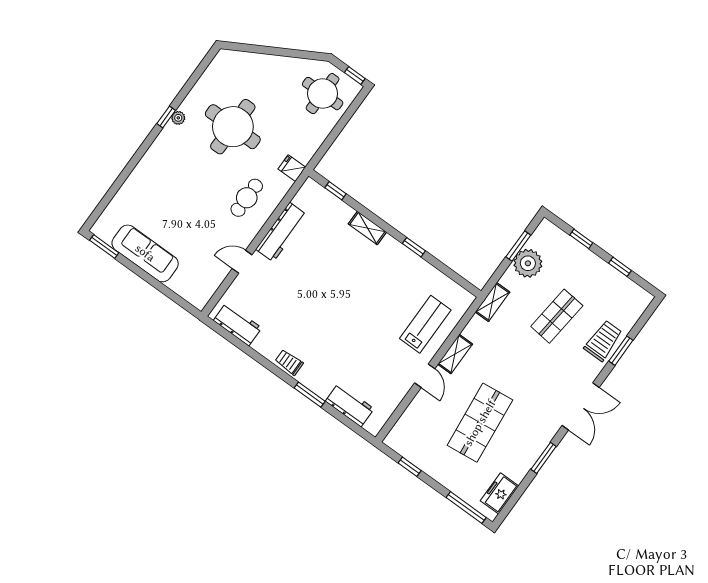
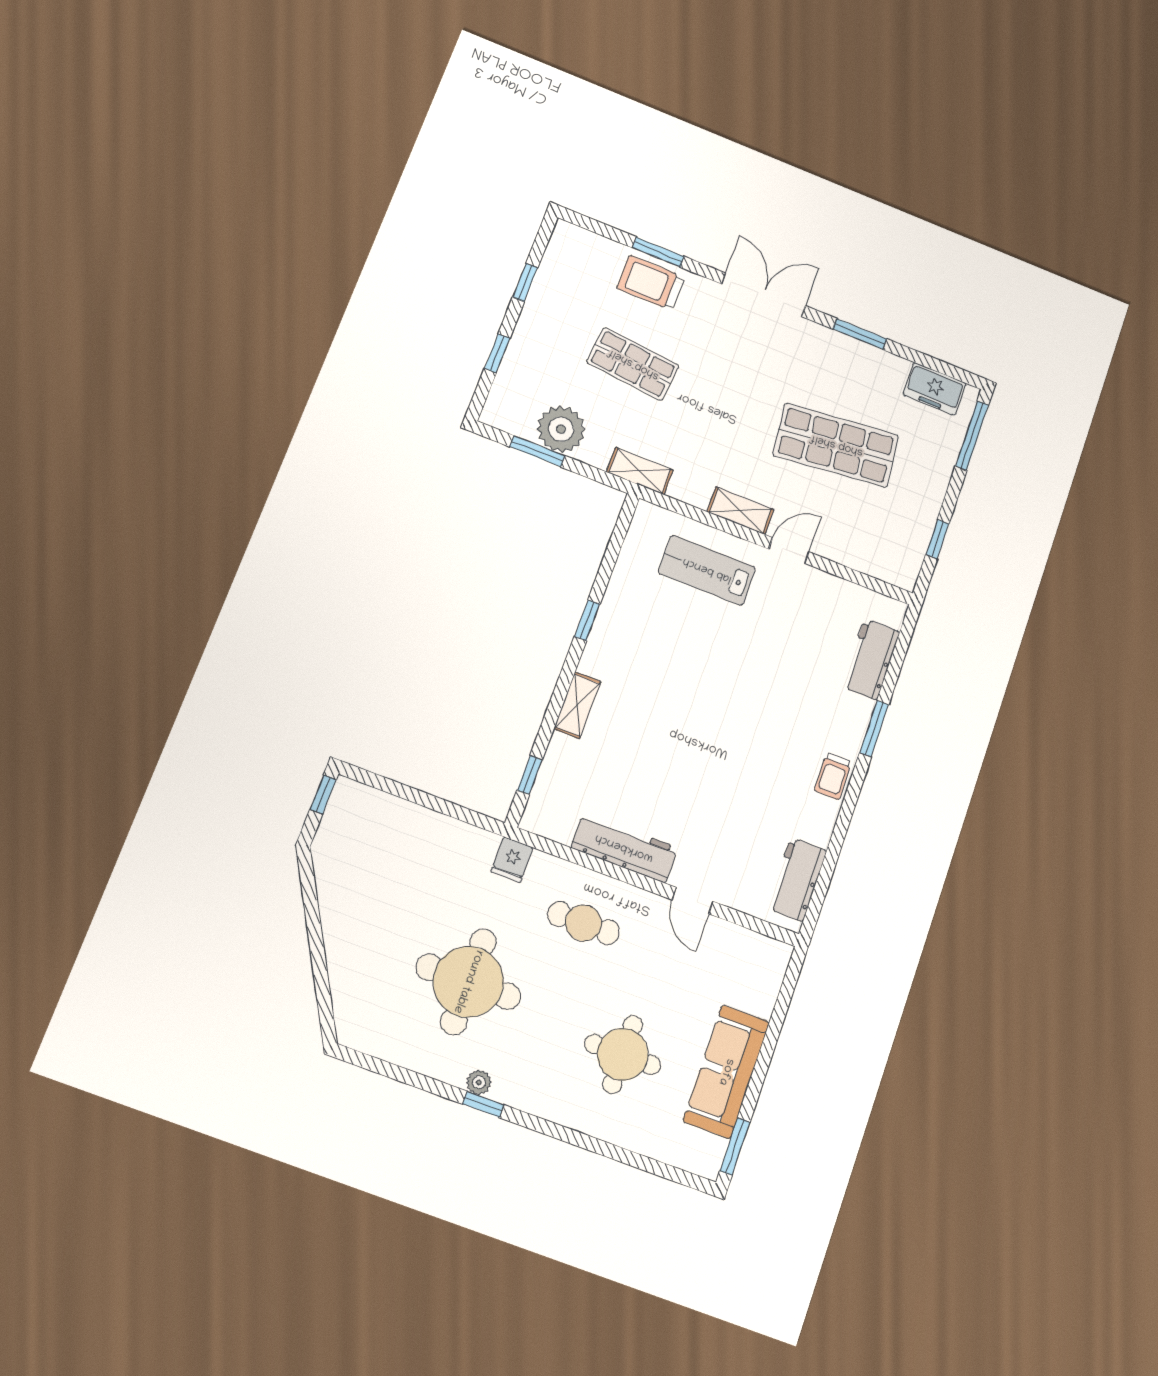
round table: (323, 94) -> (623, 1054), moved

